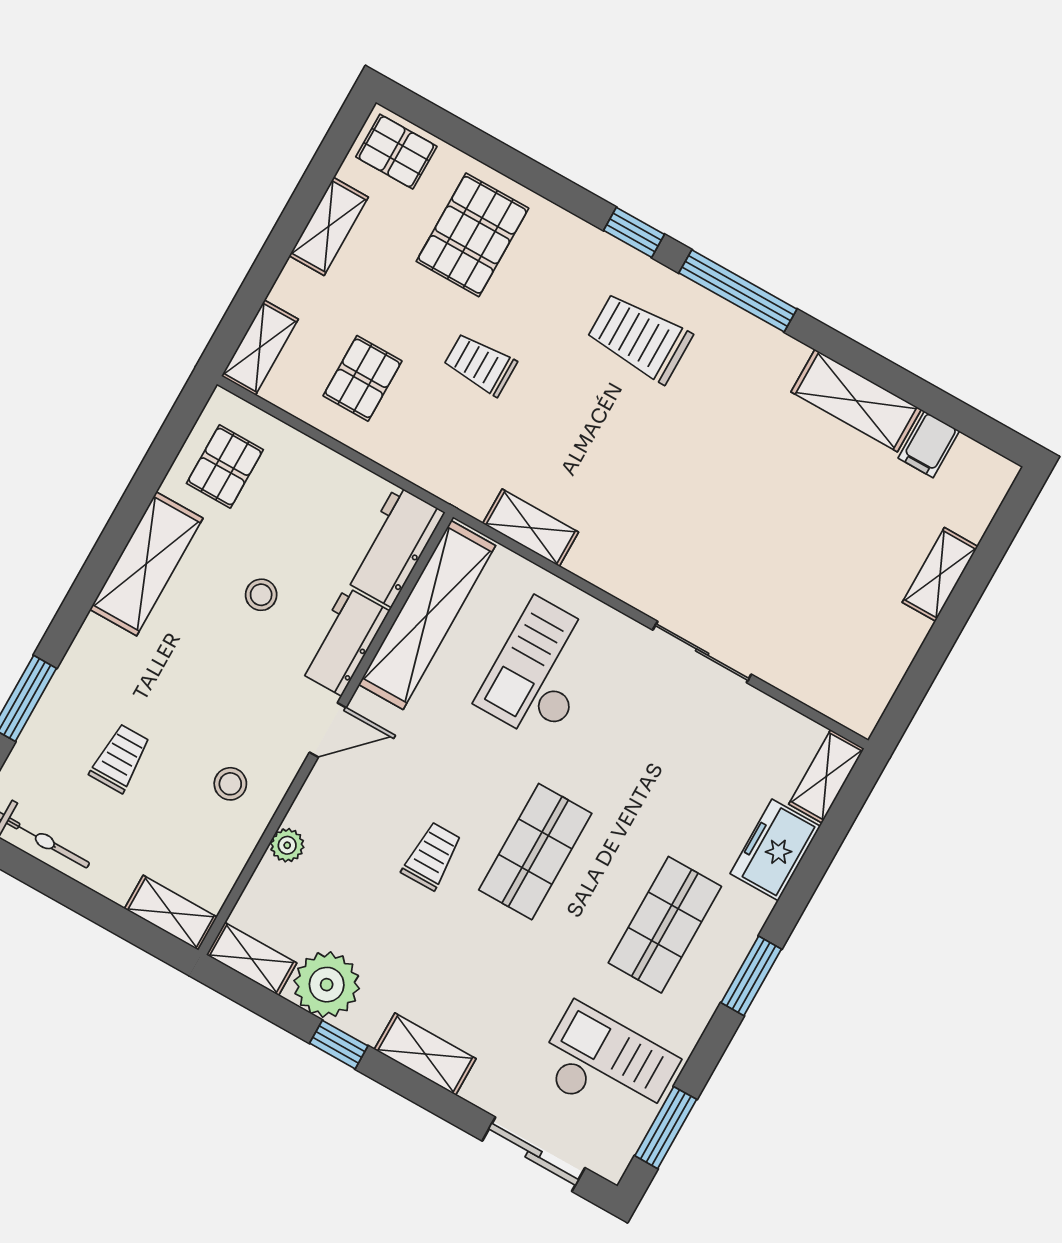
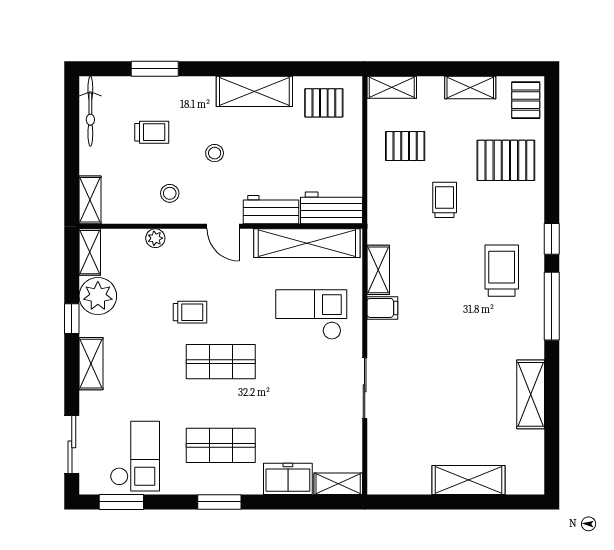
filing cabinet: (929, 444) -> (382, 308), moved, turned 180
shelving: (940, 574) -> (469, 480), width x1.50, depth x1.33
stool: (261, 595) -> (215, 153), moved

